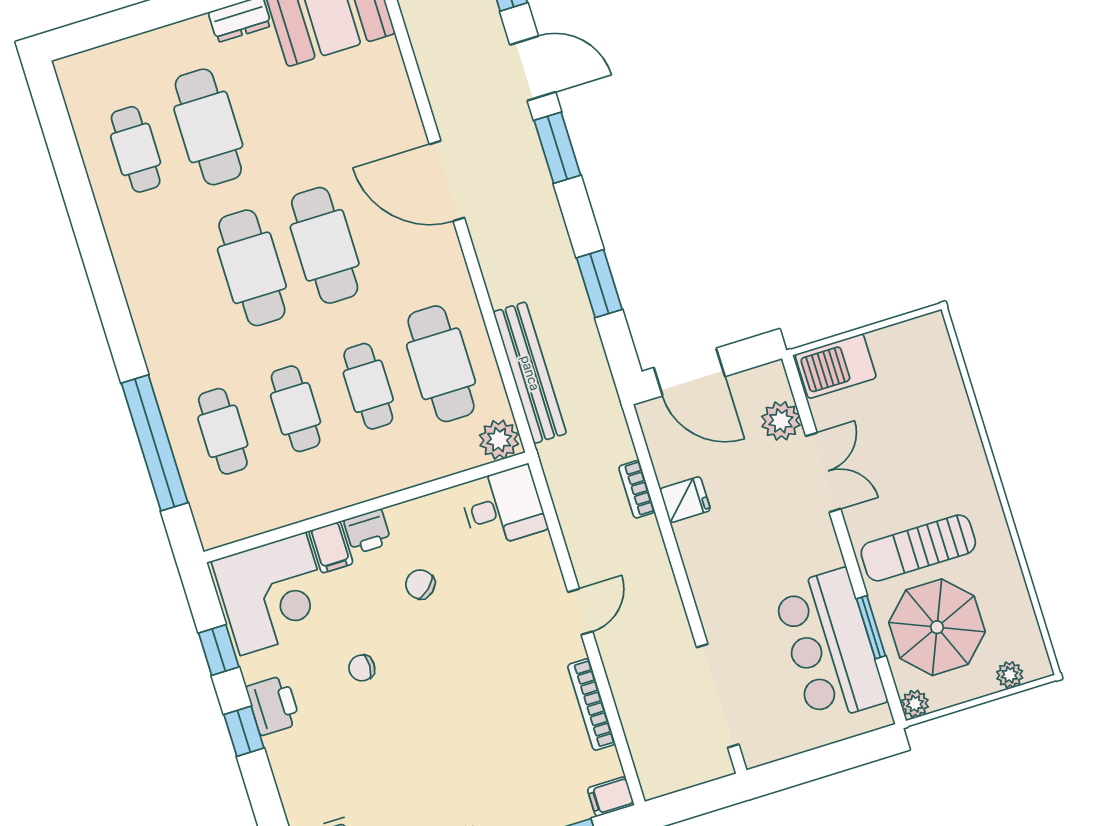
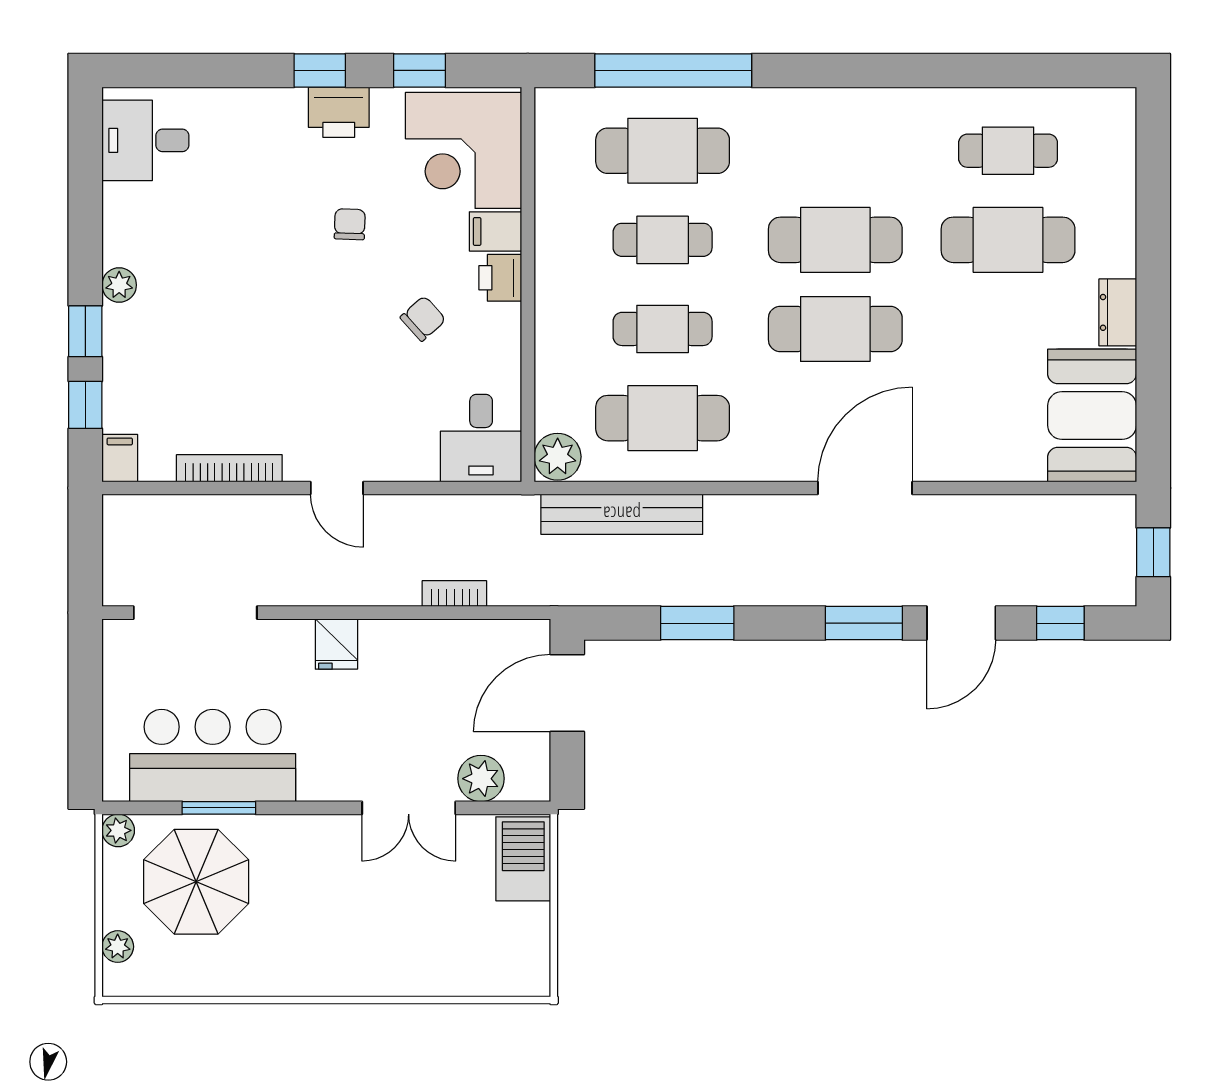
cafe table: (223, 431) -> (663, 151), width x1.37, depth x1.35
fridge: (685, 500) -> (336, 644), moved
sun lounger: (918, 548) -> (291, 888), removed

